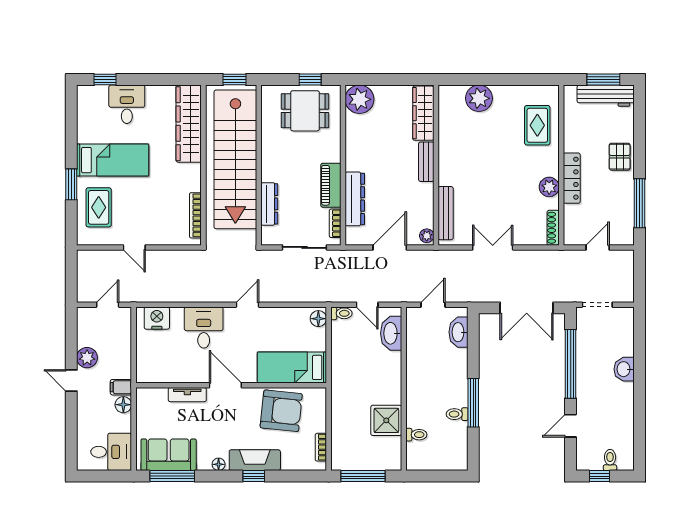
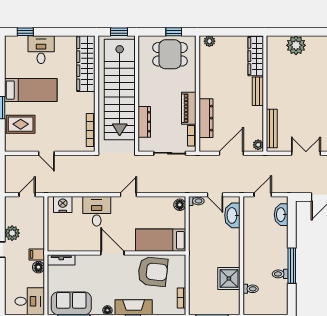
plant: (360, 99) -> (209, 41), width x0.53, depth x0.53
rug: (99, 207) -> (21, 124), turned 90
tv unit: (187, 395) -> (61, 260), moved

